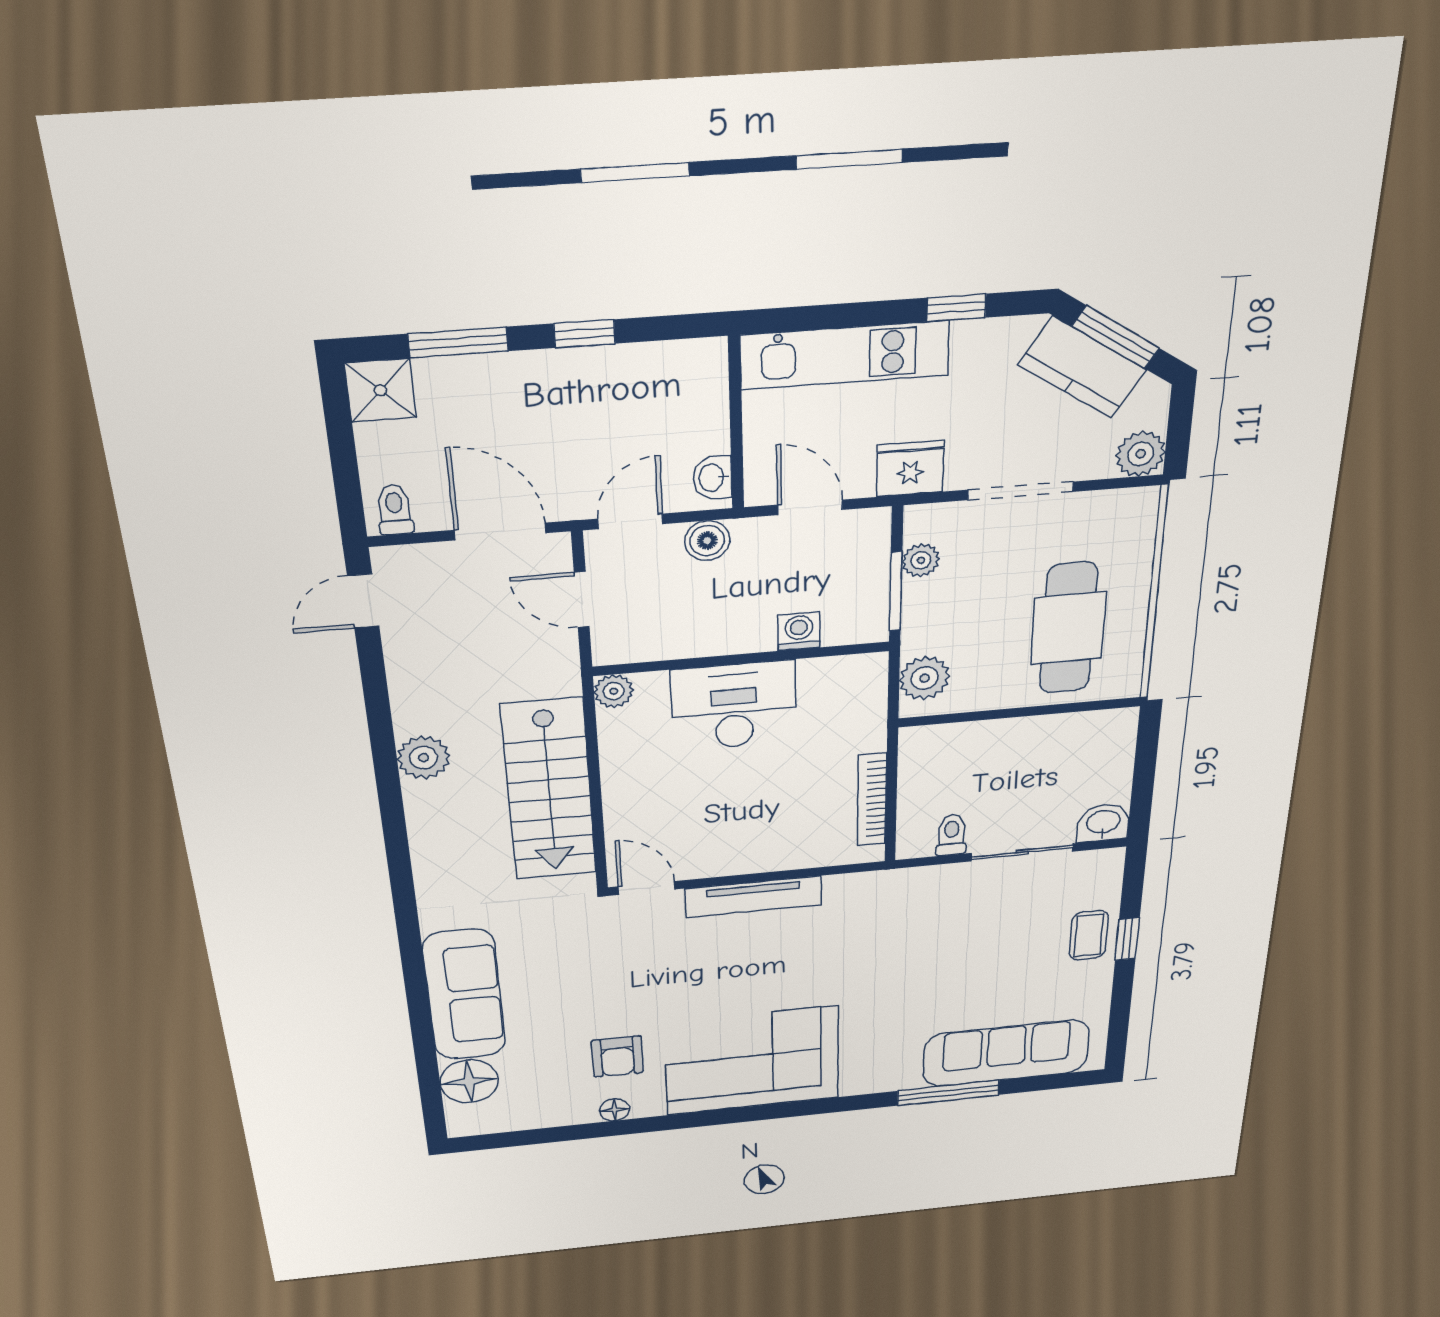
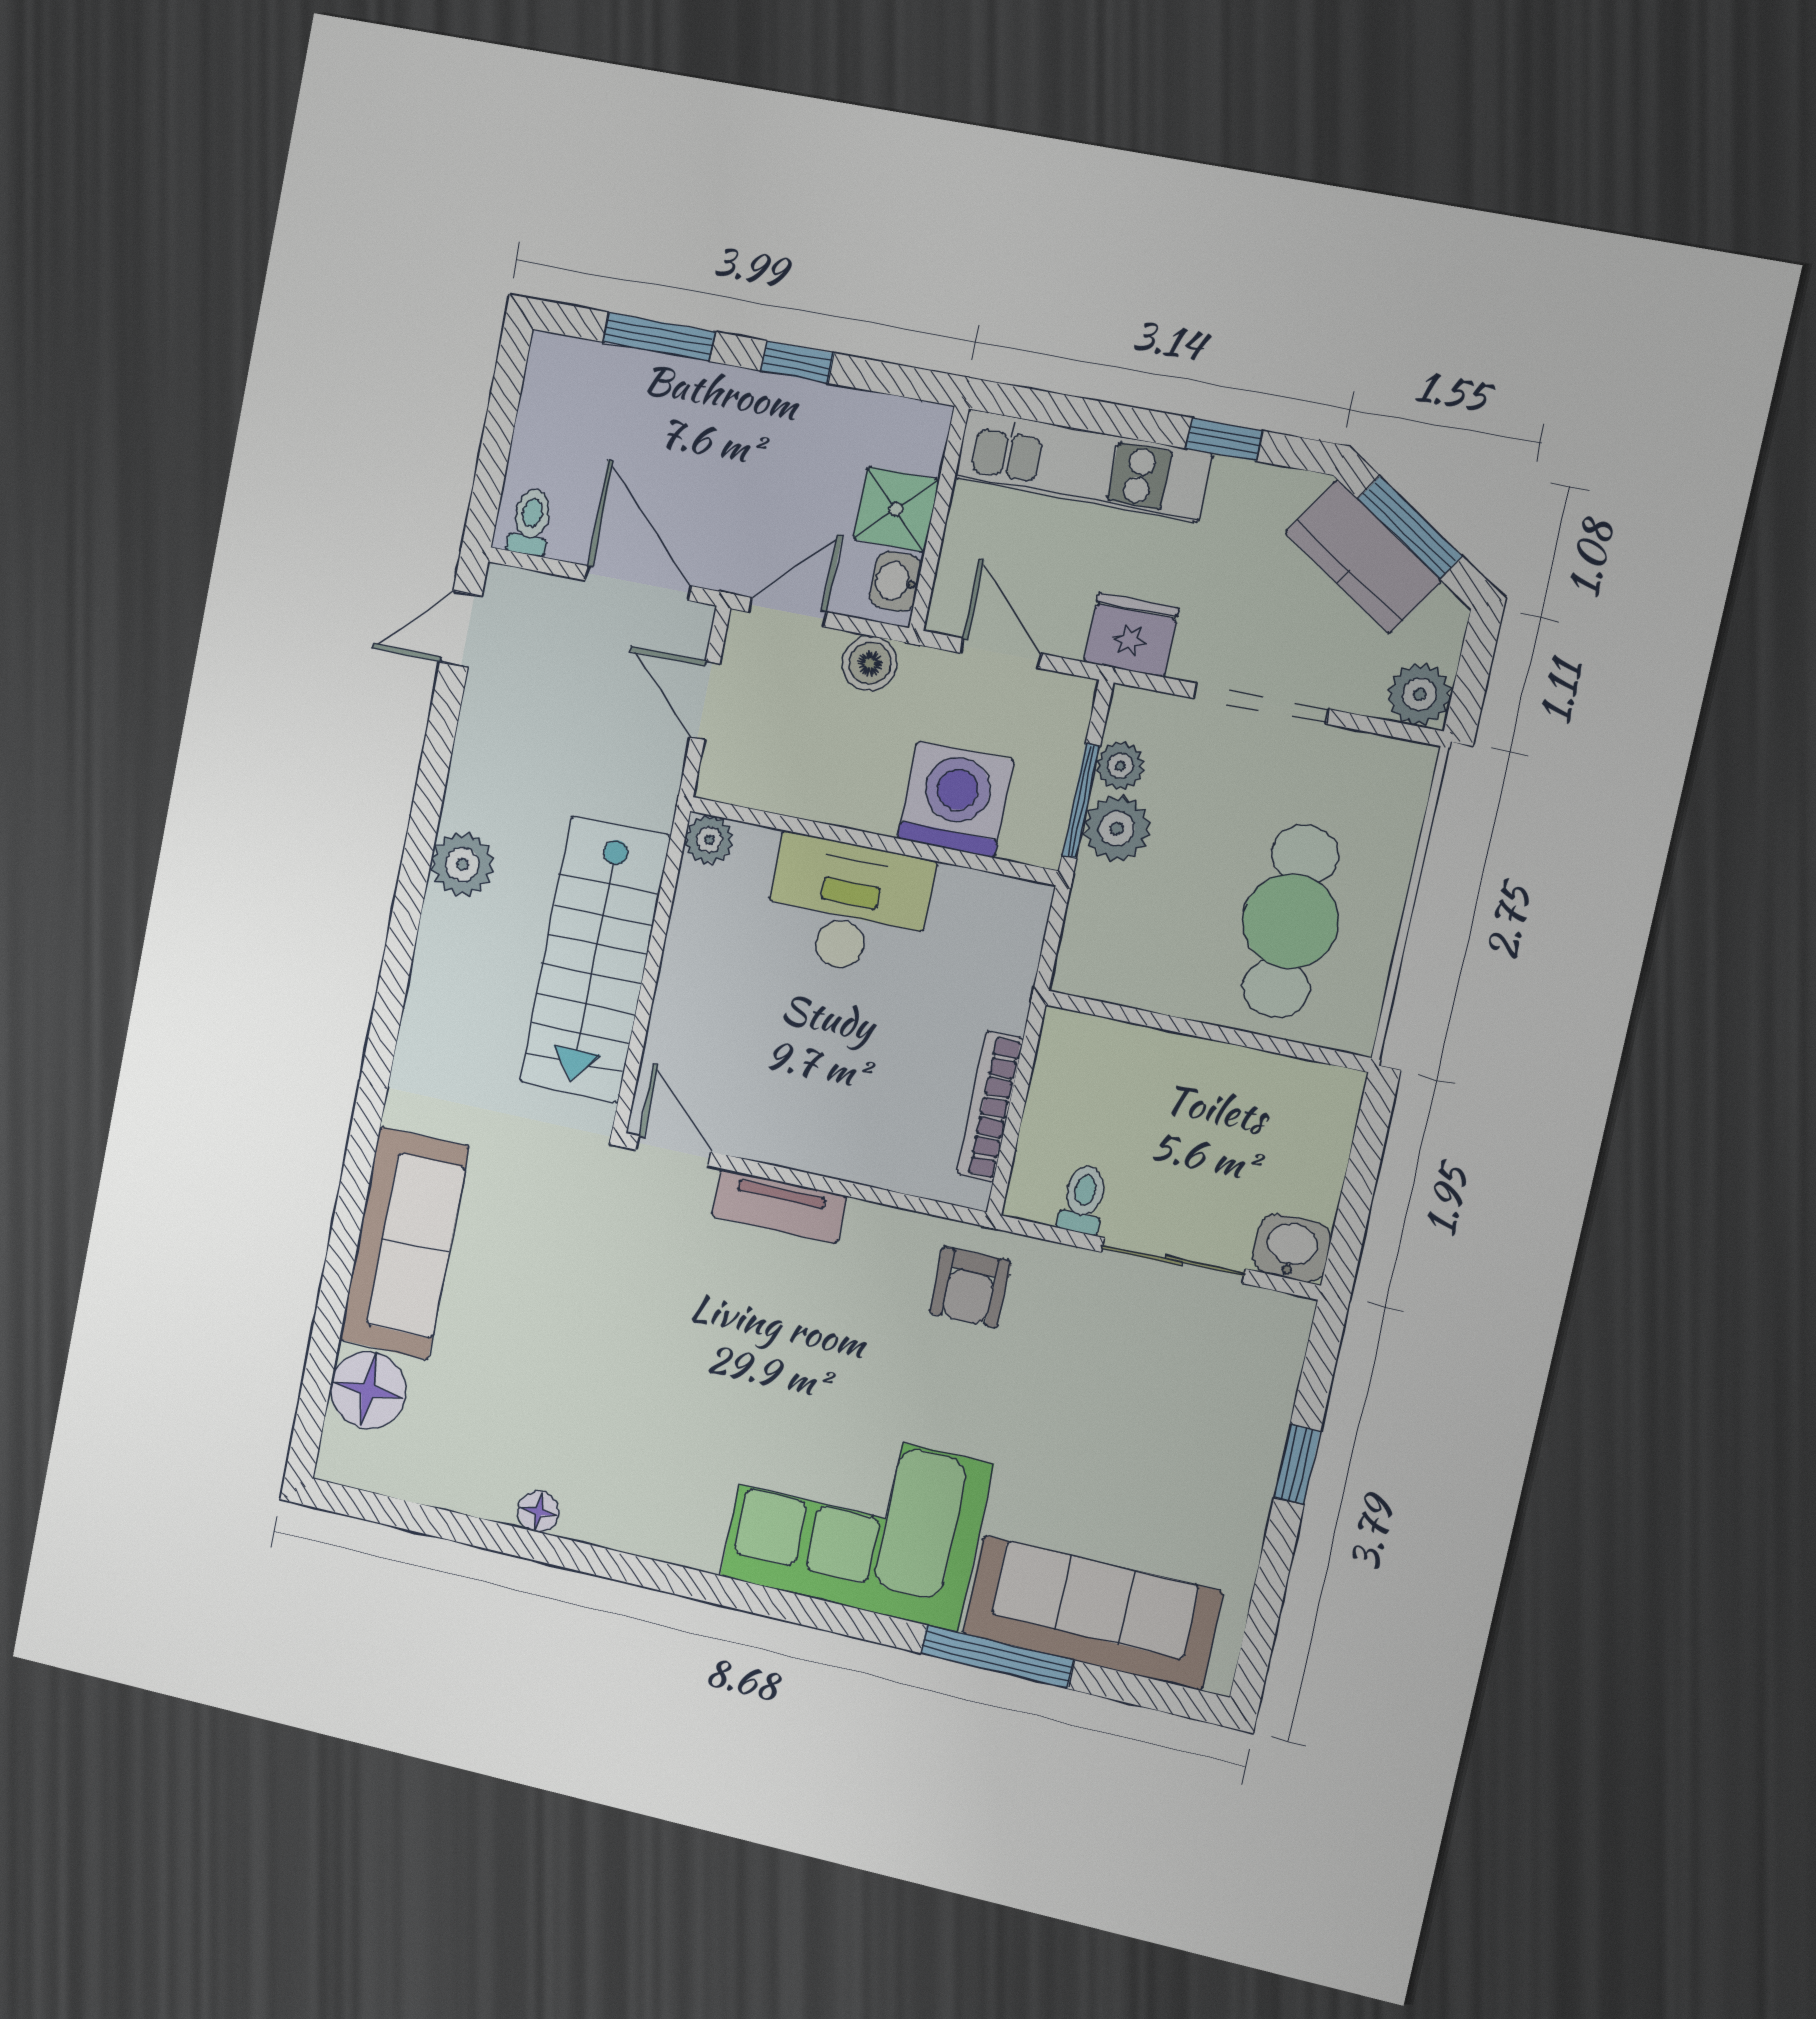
shower: (380, 390) -> (896, 509), moved
washing machine: (799, 631) -> (956, 799), width x1.89, depth x1.89
plant: (925, 678) -> (1117, 829), moved
tv unit: (753, 897) -> (779, 1206), width x0.71
coffee table: (1089, 935) -> (1243, 1438), removed
armchair: (617, 1056) -> (970, 1287), moved
corner sofa: (752, 1061) -> (856, 1520), moved

